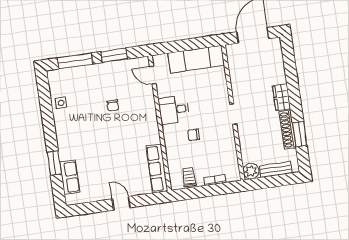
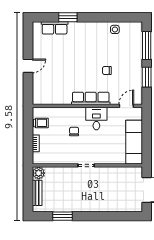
wardrobe: (281, 97) -> (94, 206), removed
shoe rack: (288, 130) -> (67, 207), removed
row of seats: (157, 169) -> (91, 98), moved

